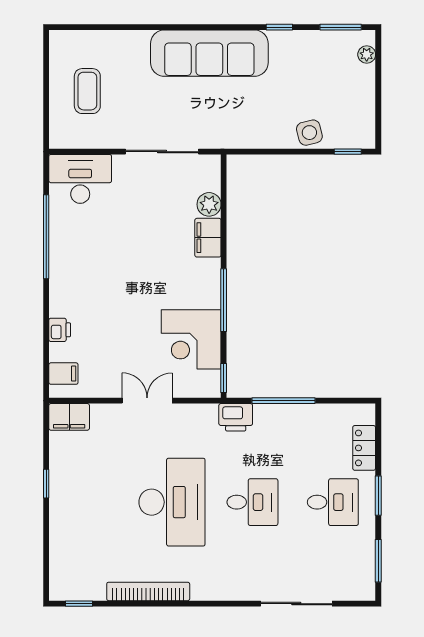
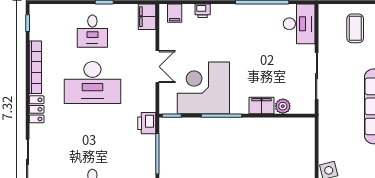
coffee table: (87, 91) -> (355, 28), turned 90
corner desk: (191, 339) -> (203, 88), width x1.36, depth x1.36
desk: (252, 502) -> (92, 31), moved
locker: (214, 589) -> (37, 109), added

